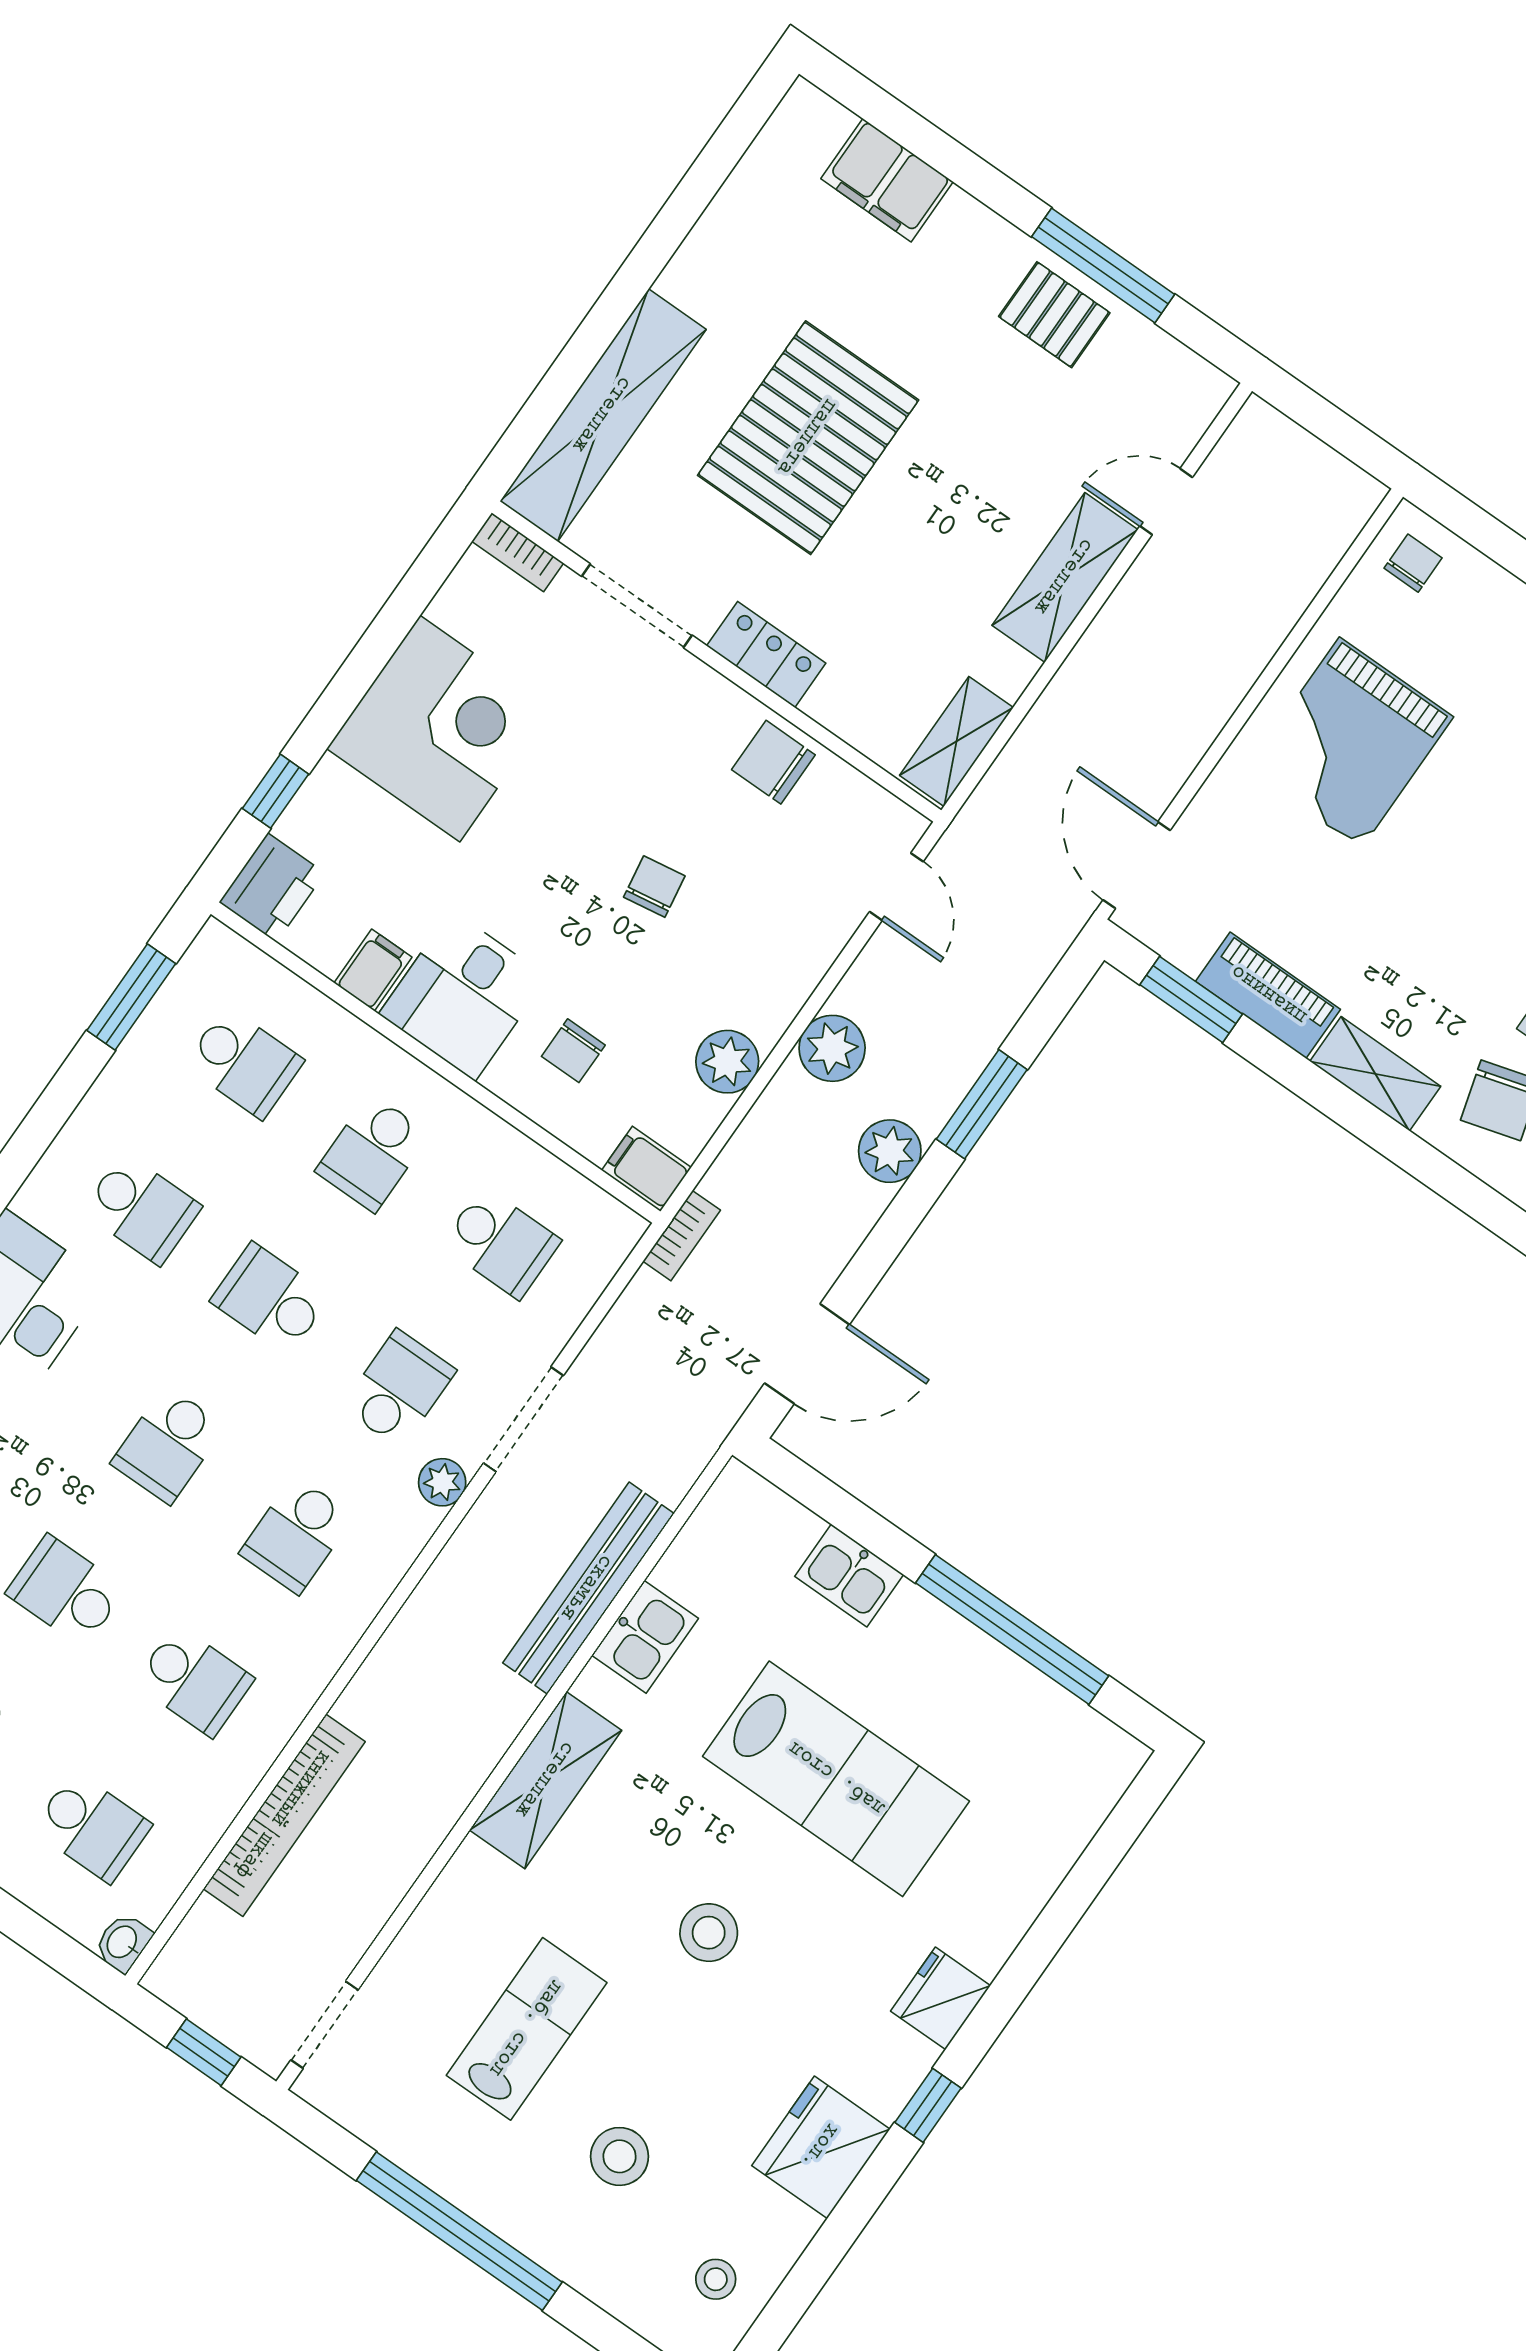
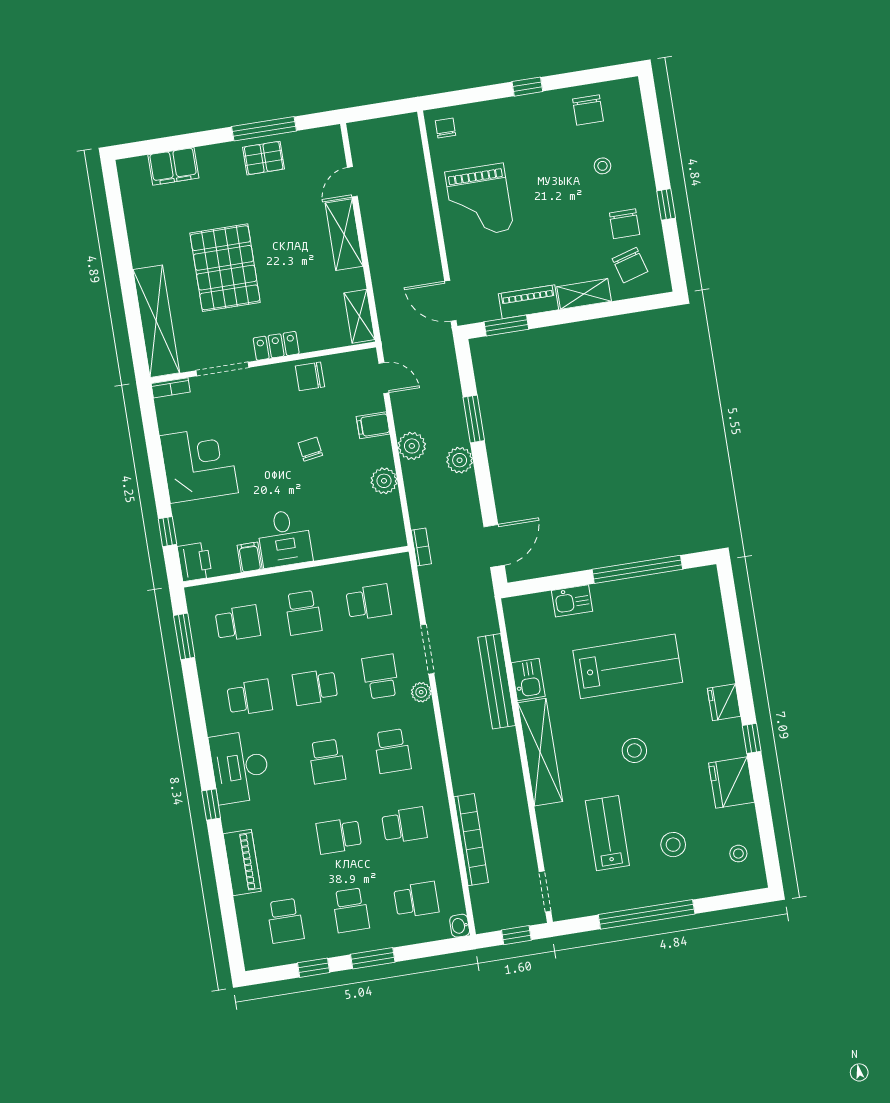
chair: (573, 1051) -> (334, 523), removed
filing cabinet: (646, 1169) -> (373, 425), moved
shelving: (546, 1780) -> (540, 752), width x1.47

